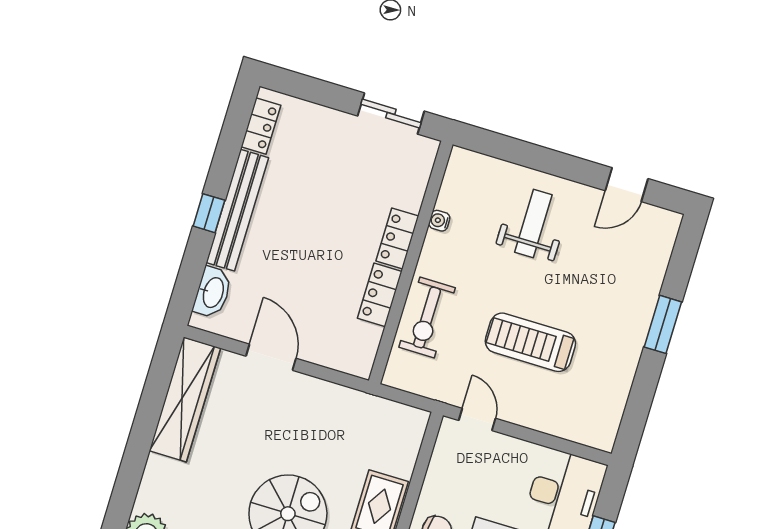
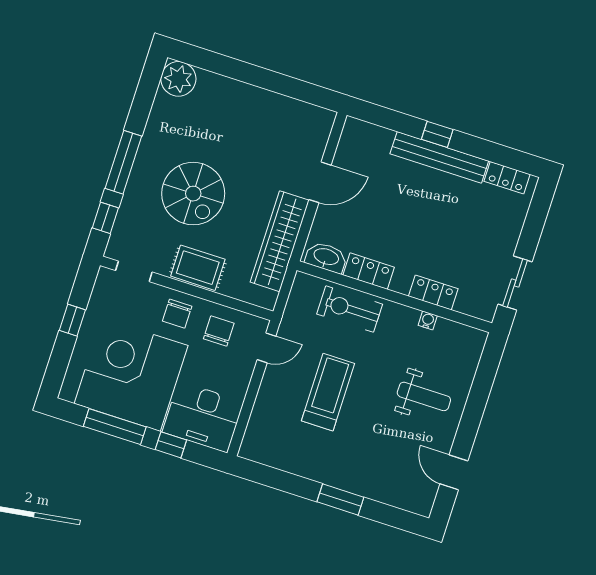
locker: (397, 239) -> (433, 292), moved
washbasin: (212, 292) -> (326, 257), moved, turned 180
wardrobe: (185, 399) -> (280, 241), moved, turned 90
chair: (457, 479) -> (219, 331), added

